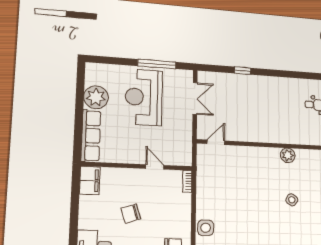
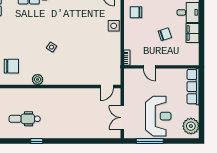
window: (243, 71) -> (37, 141), moved
plant: (96, 97) -> (191, 126), moved
plant: (288, 155) -> (38, 79), moved
filing cabinet: (90, 180) -> (193, 33), moved

